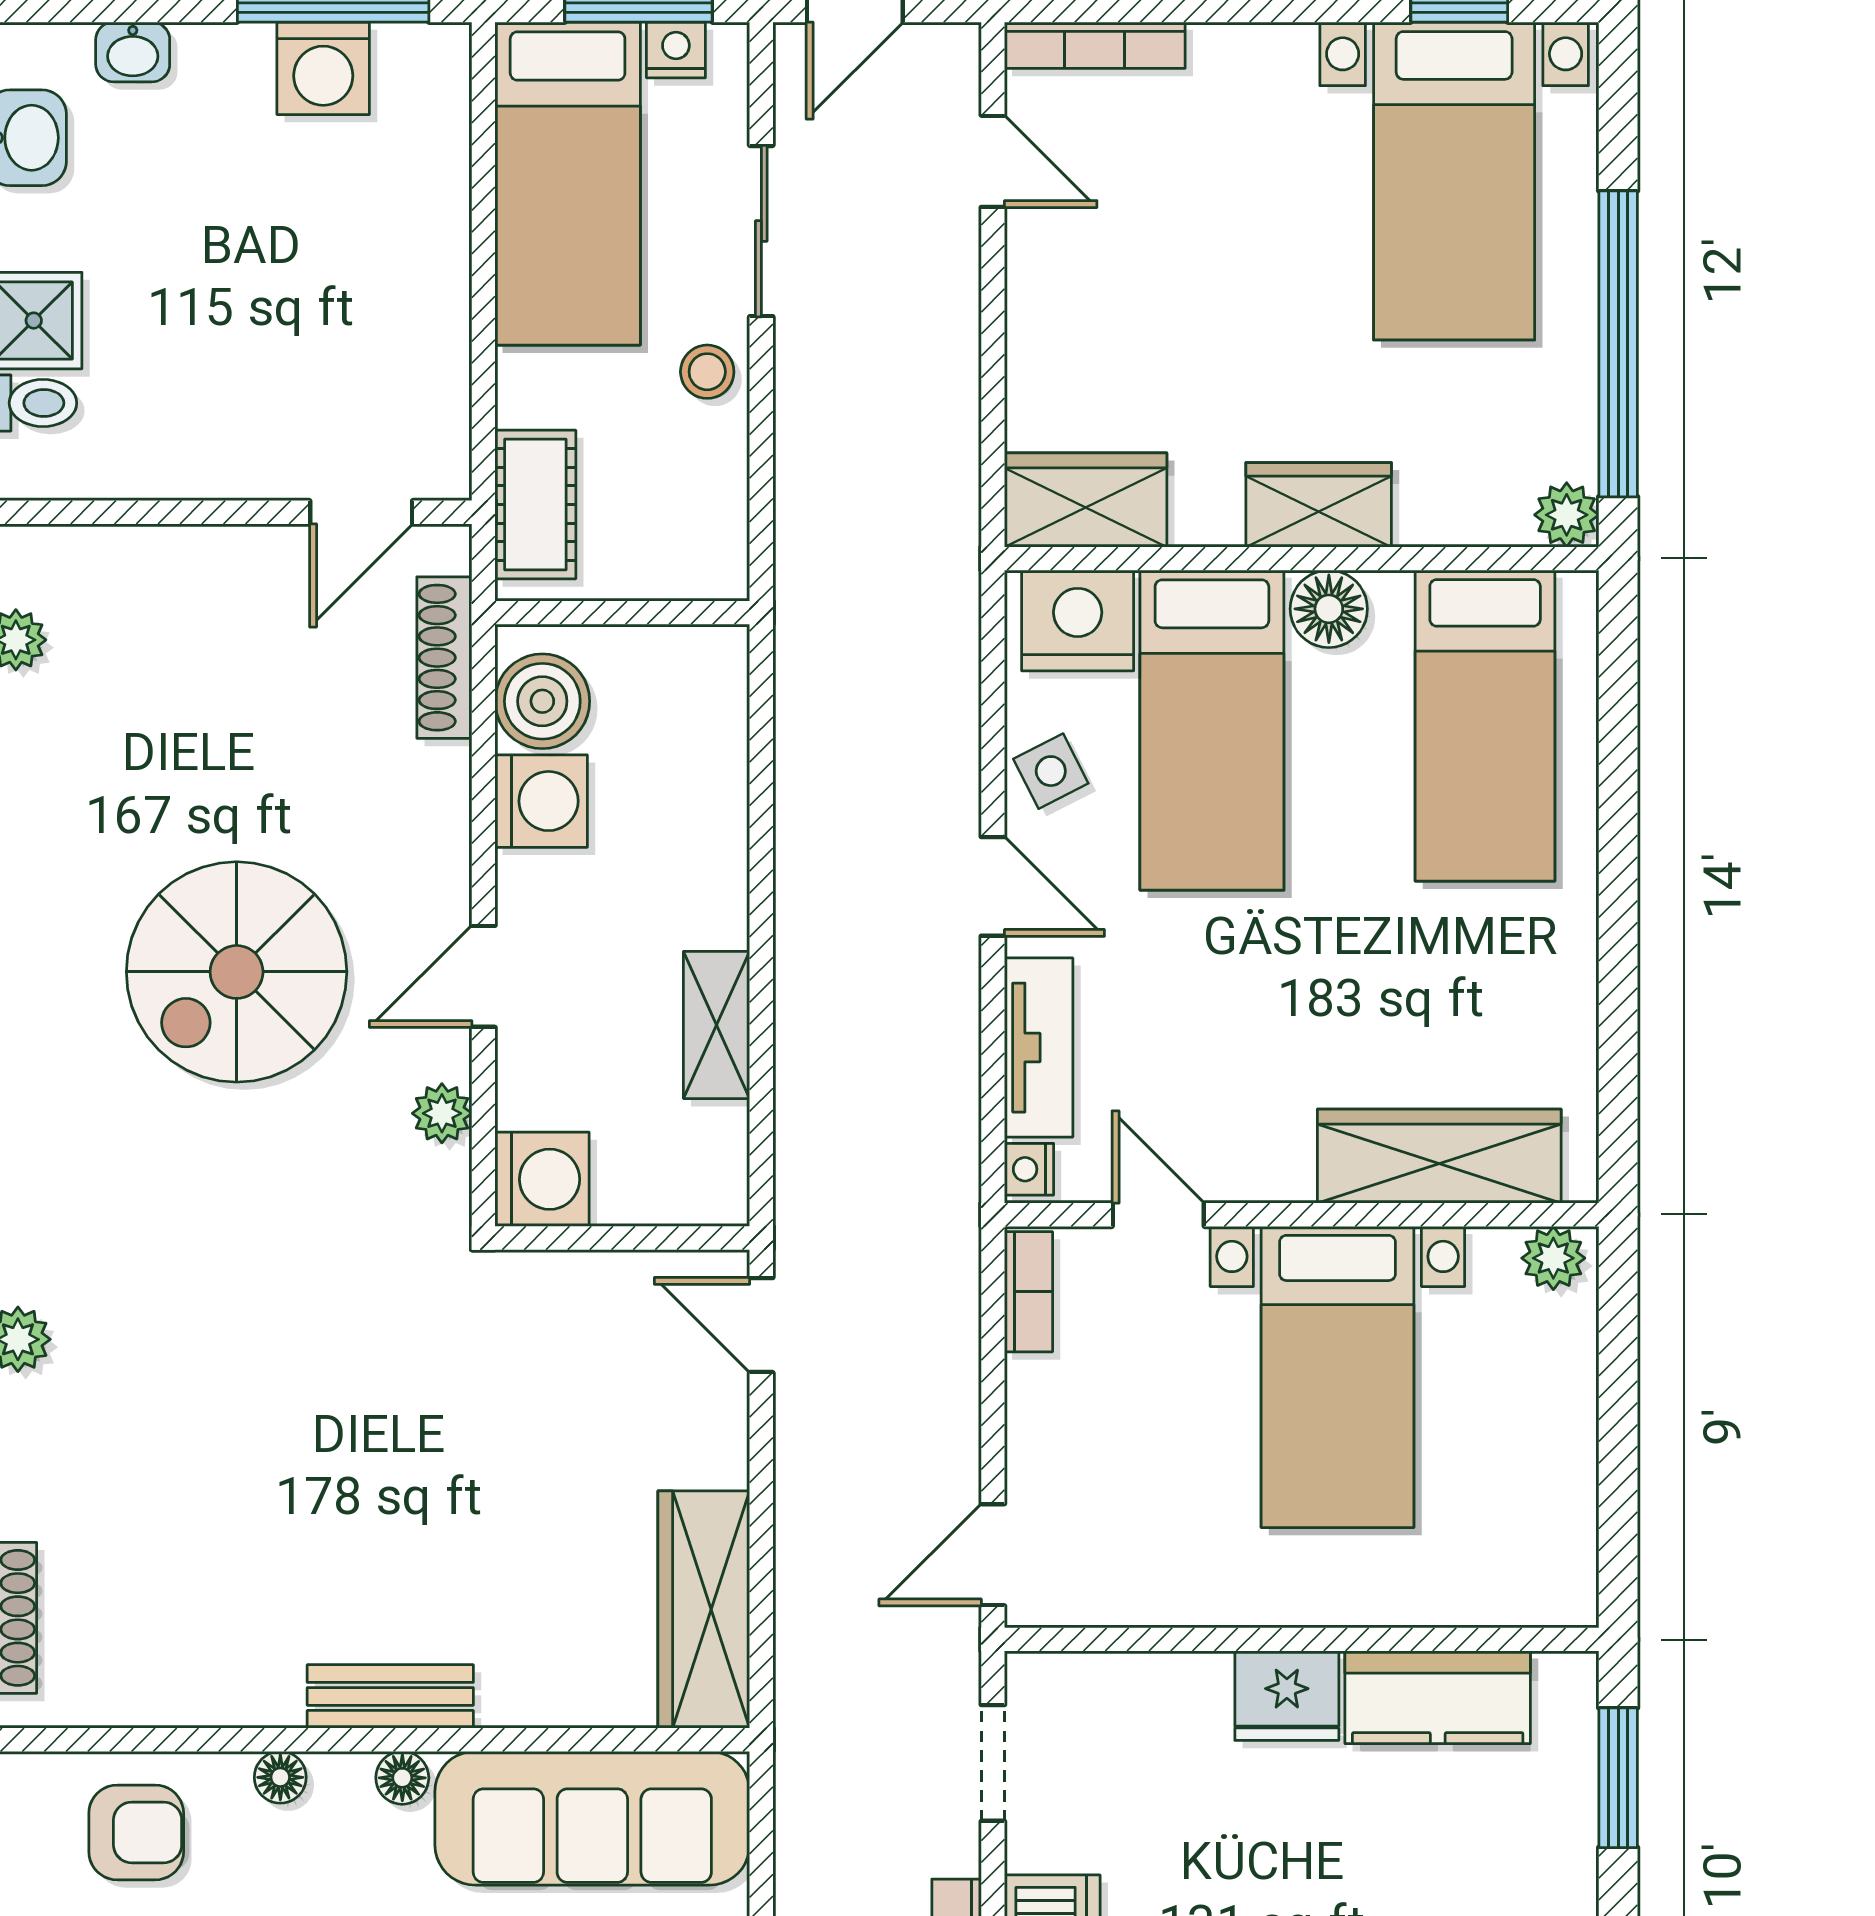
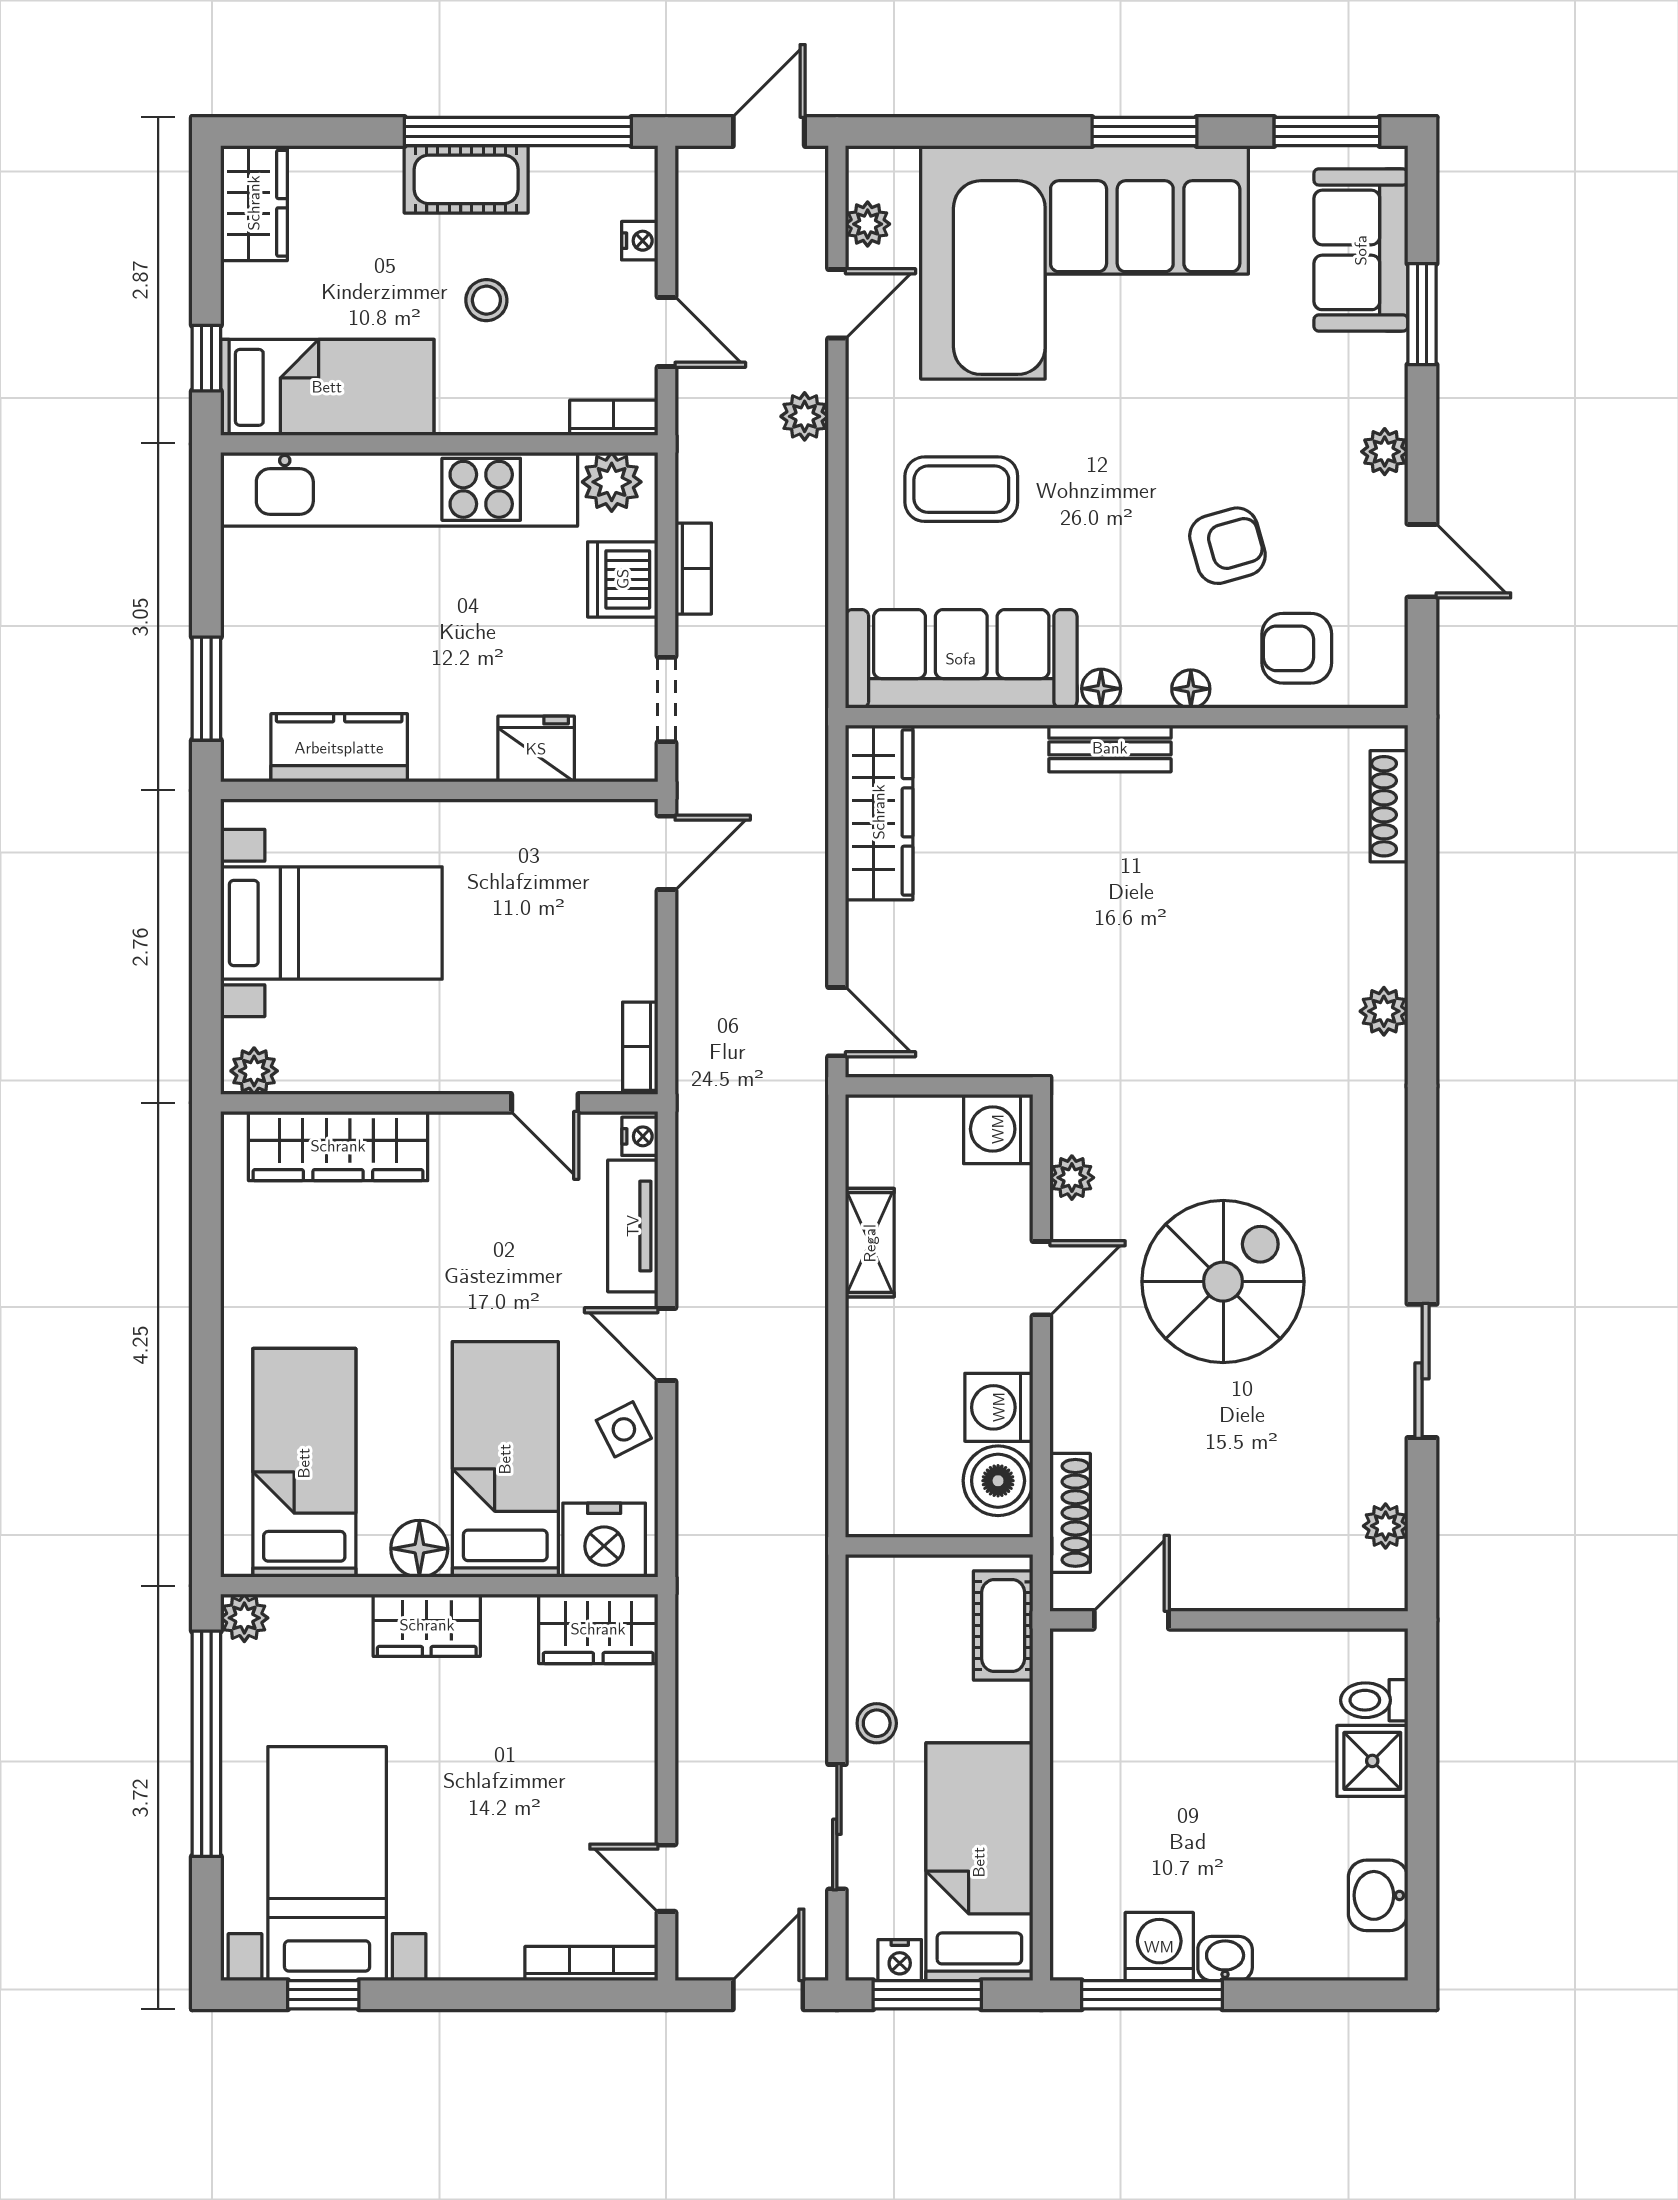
washbasin: (133, 52) -> (1225, 1959), moved
bed with nightstands: (1337, 1377) -> (331, 923), moved, turned 90
fridge: (1287, 1696) -> (536, 749), moved

